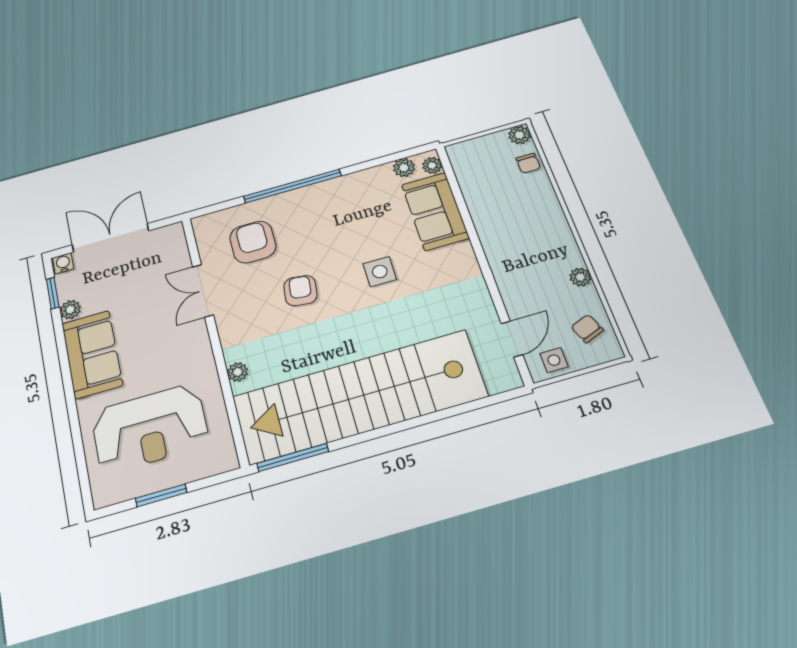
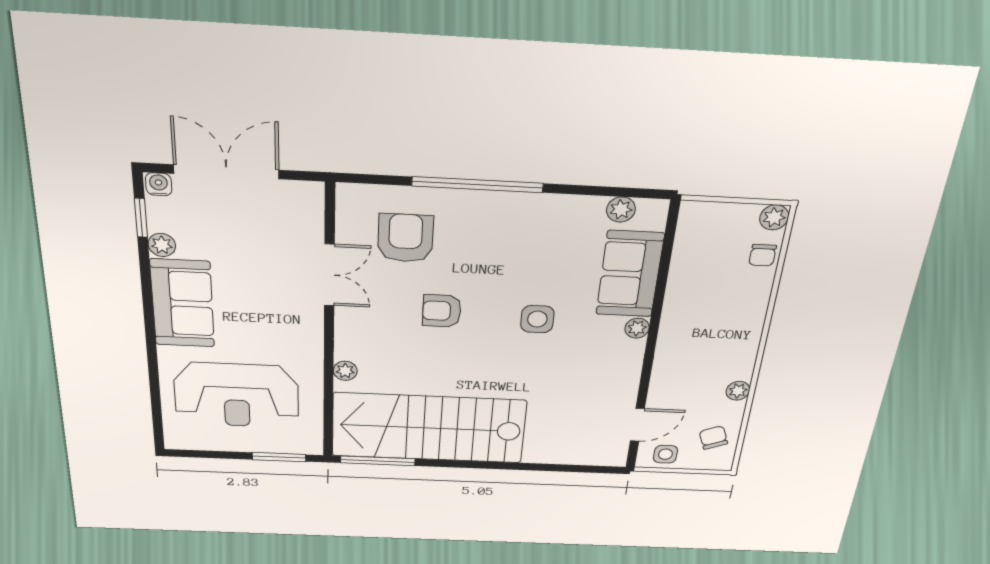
plant: (432, 165) -> (637, 328), moved
double door: (203, 291) -> (329, 275), swing flipped
armchair: (300, 291) -> (442, 311), turned -97
stairs: (359, 397) -> (429, 428), width x0.73
window: (161, 495) -> (279, 457), moved

